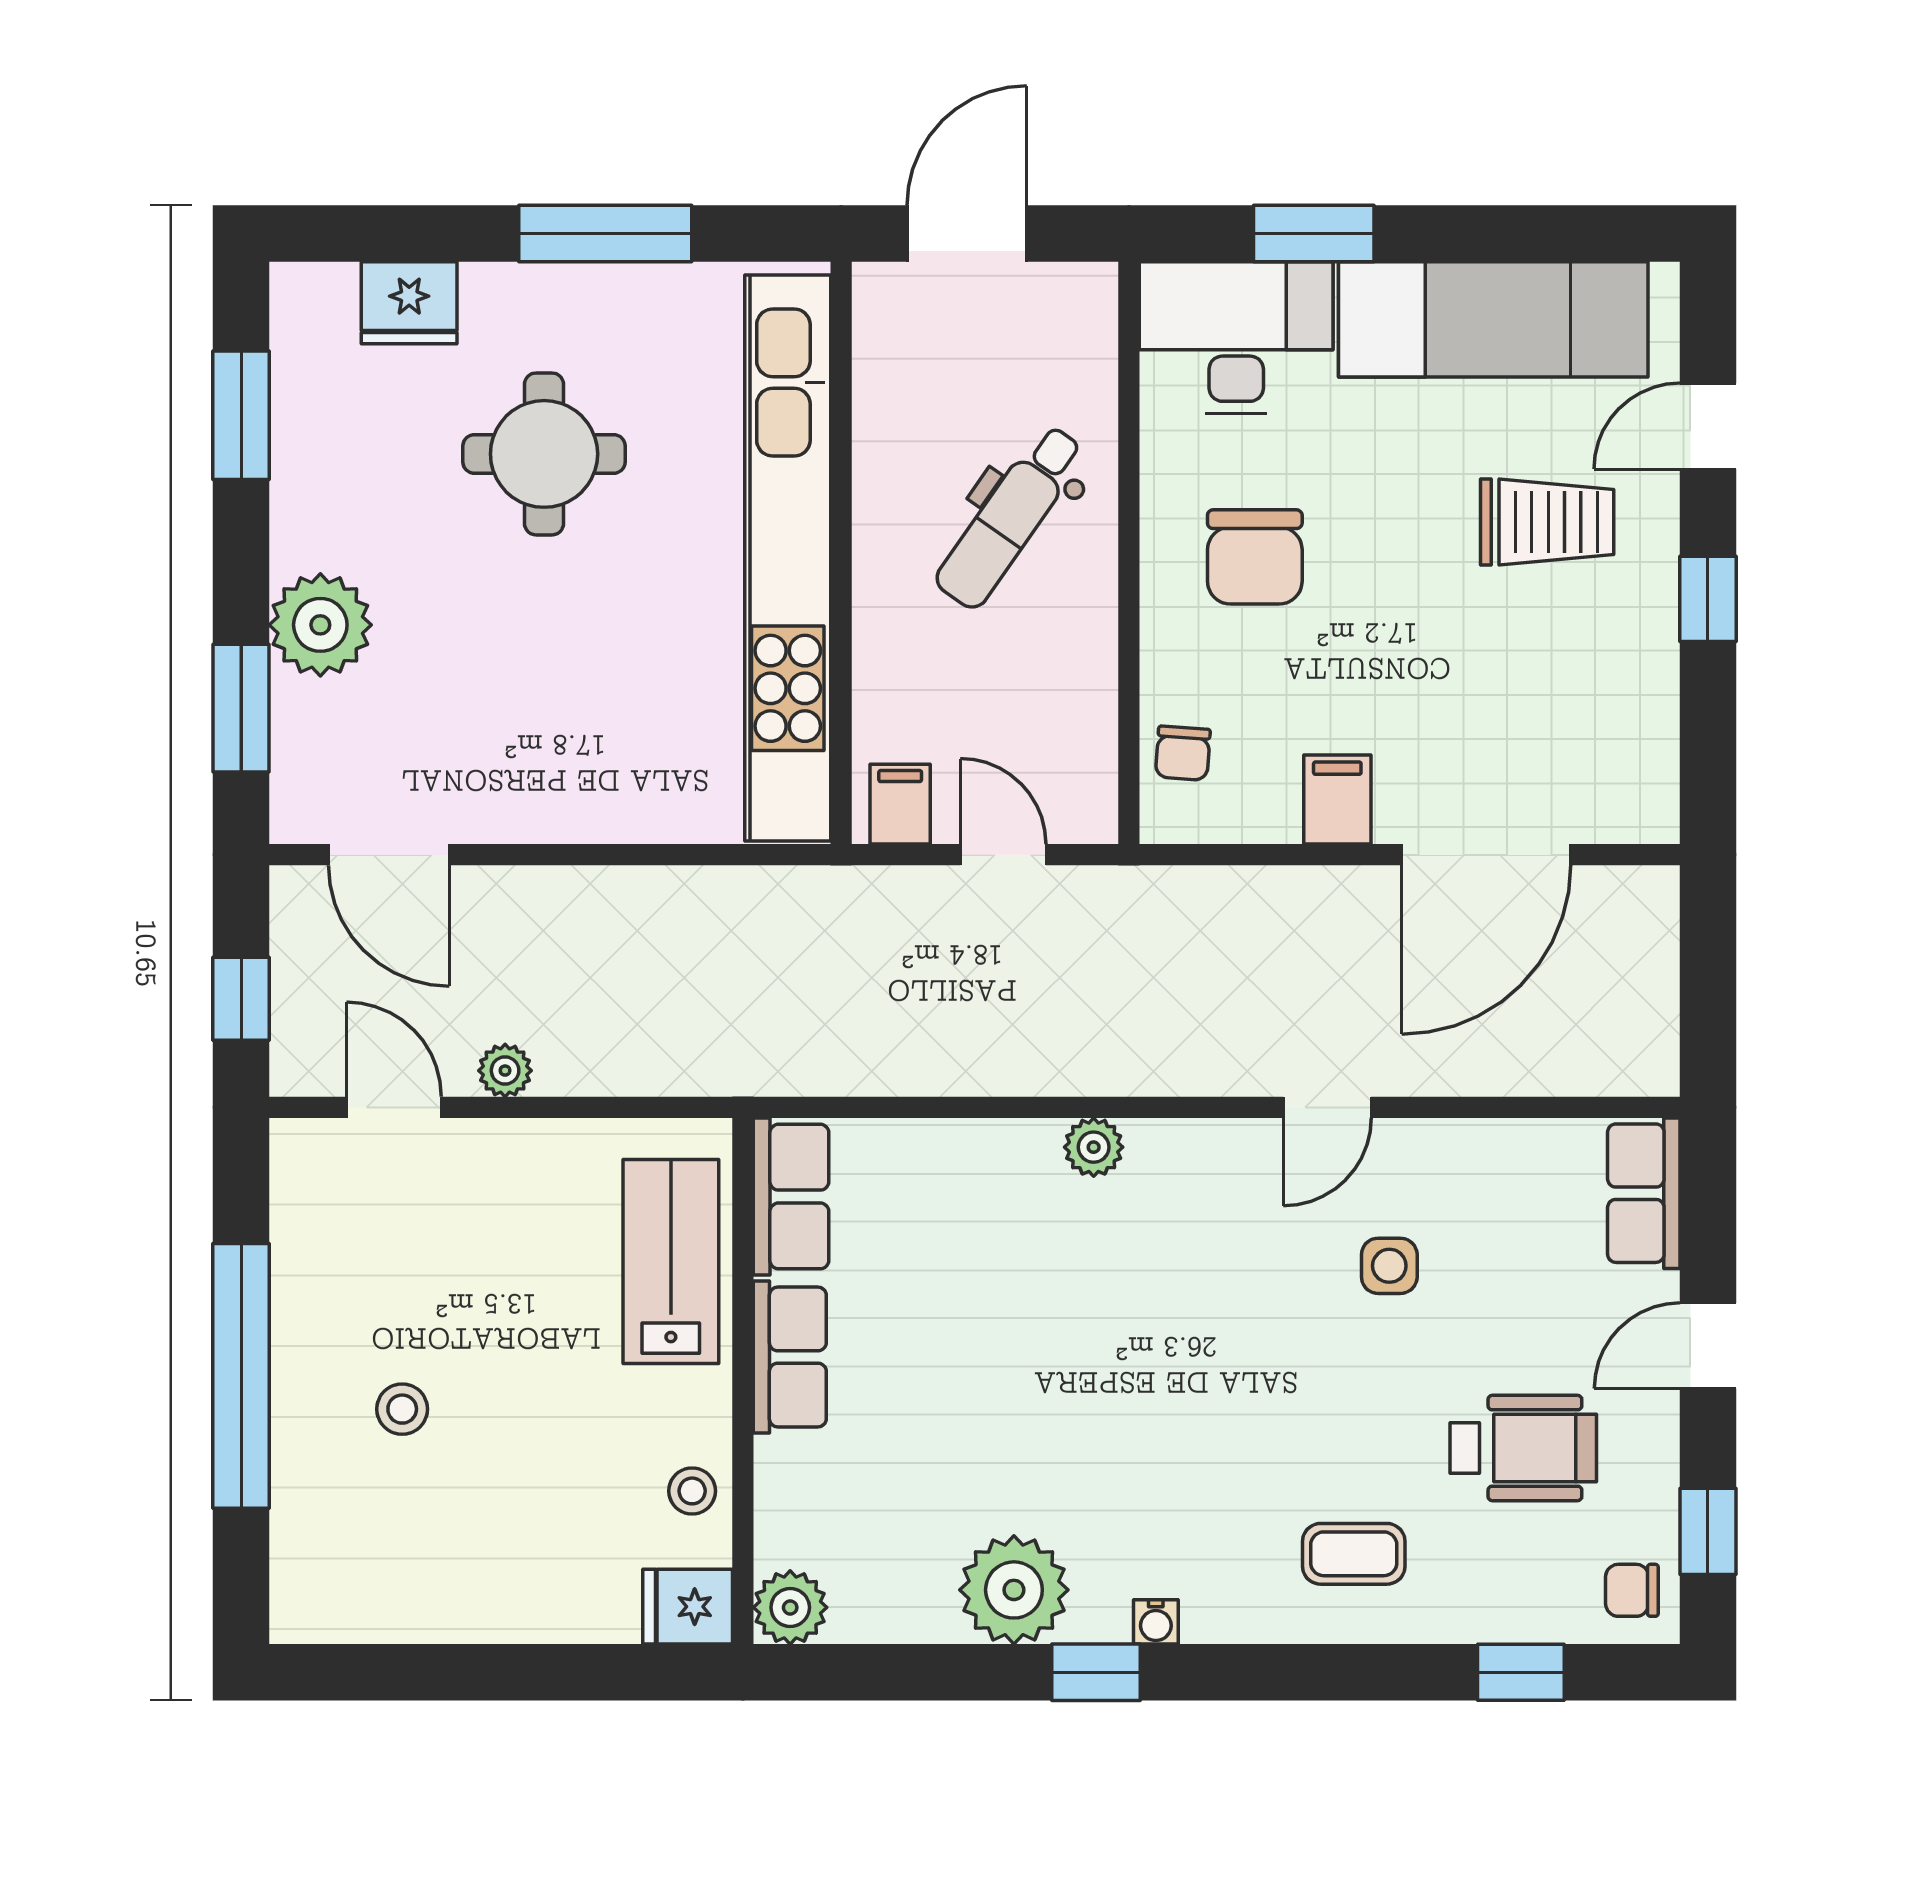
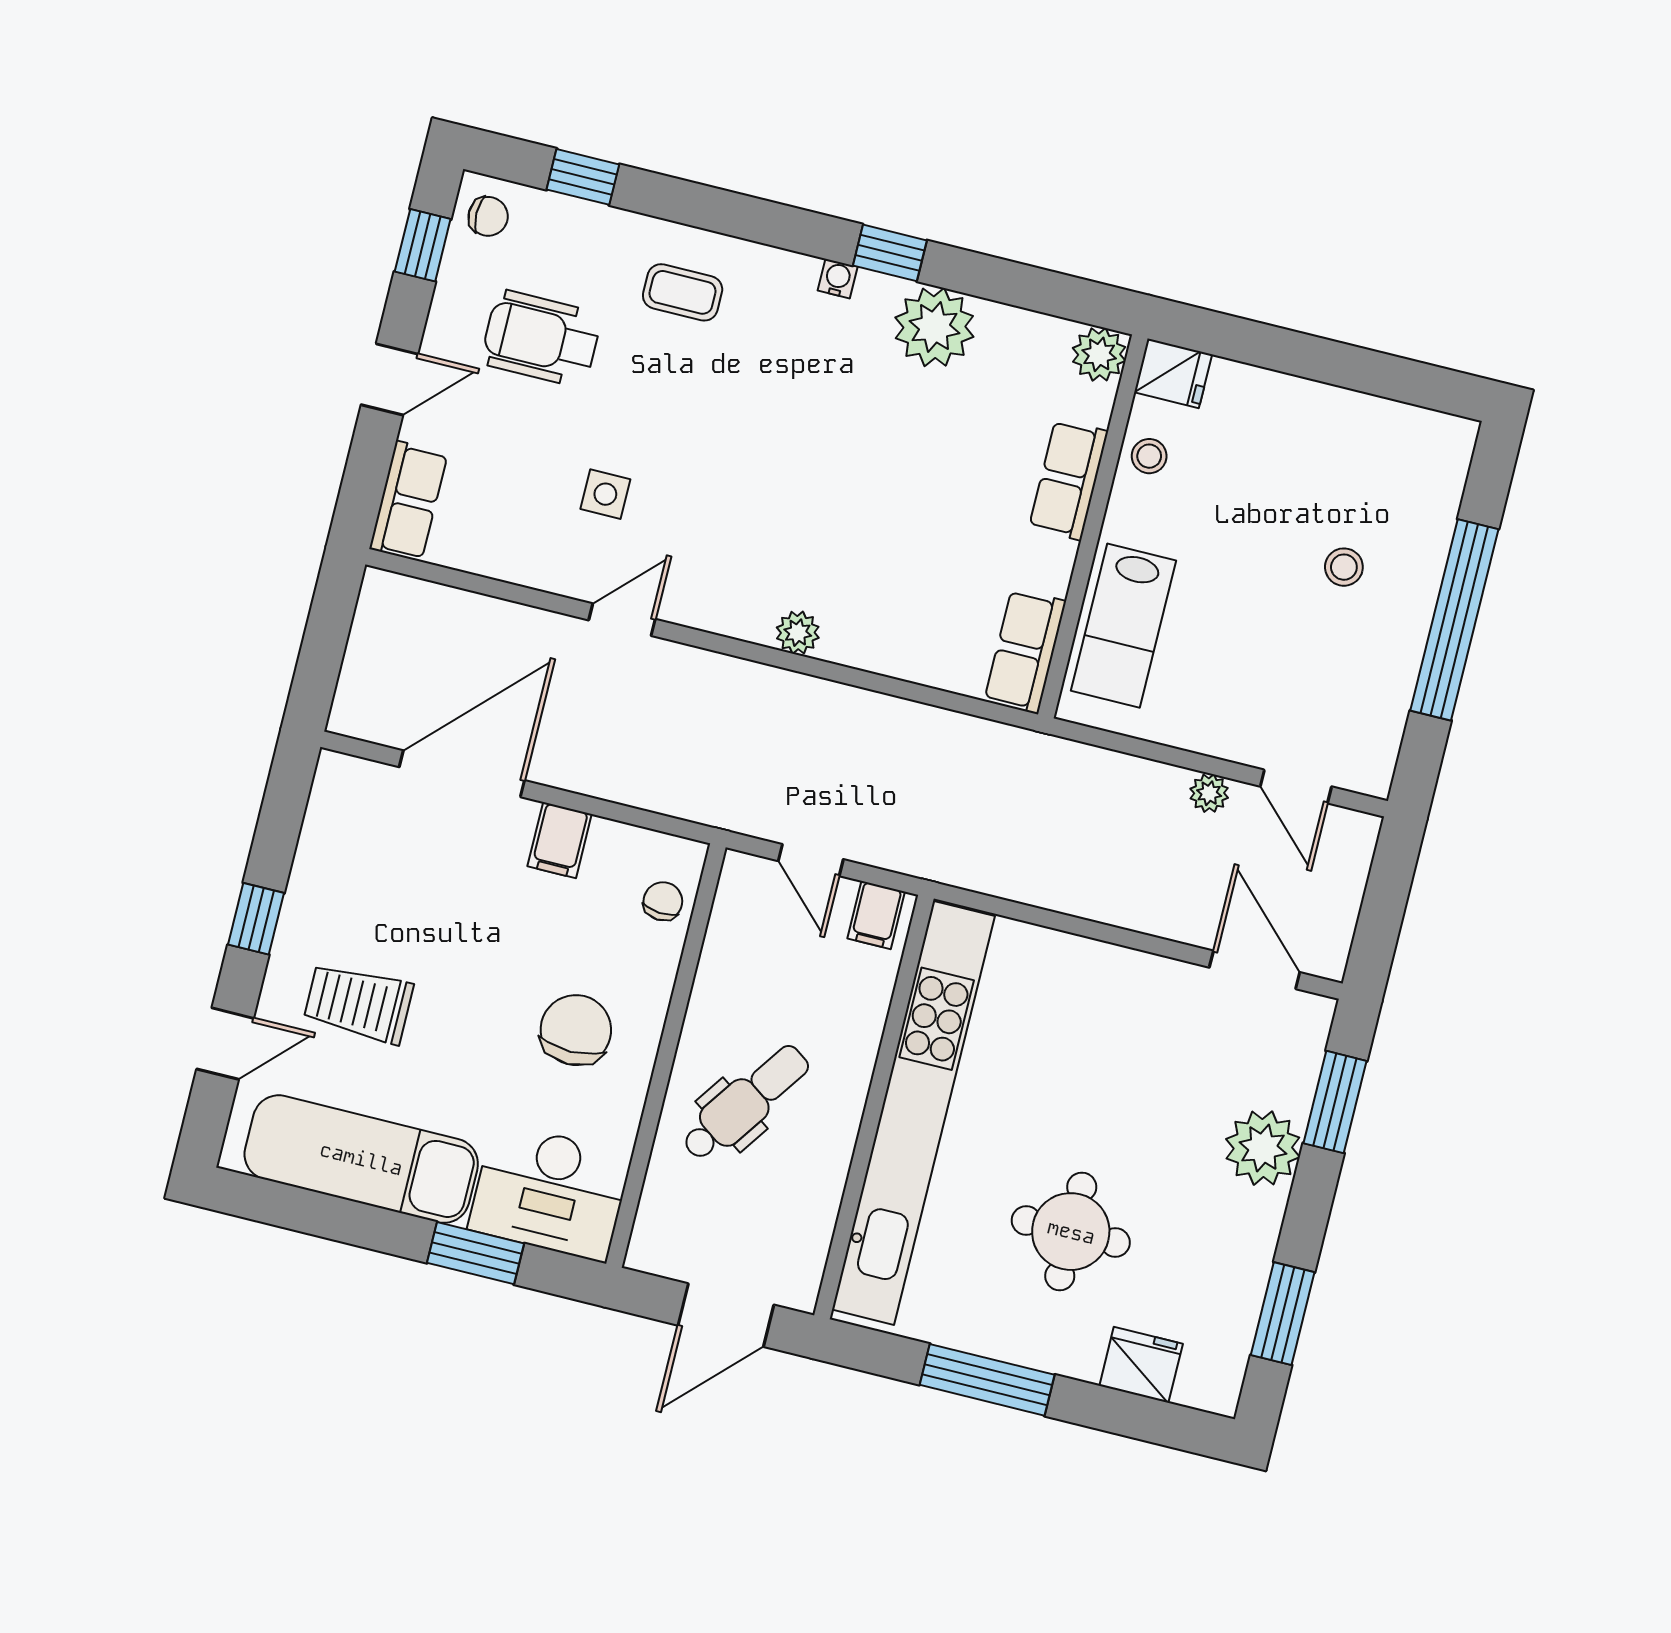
window: (241, 999) -> (1387, 892), removed
row of seats: (790, 1357) -> (1068, 480), moved

